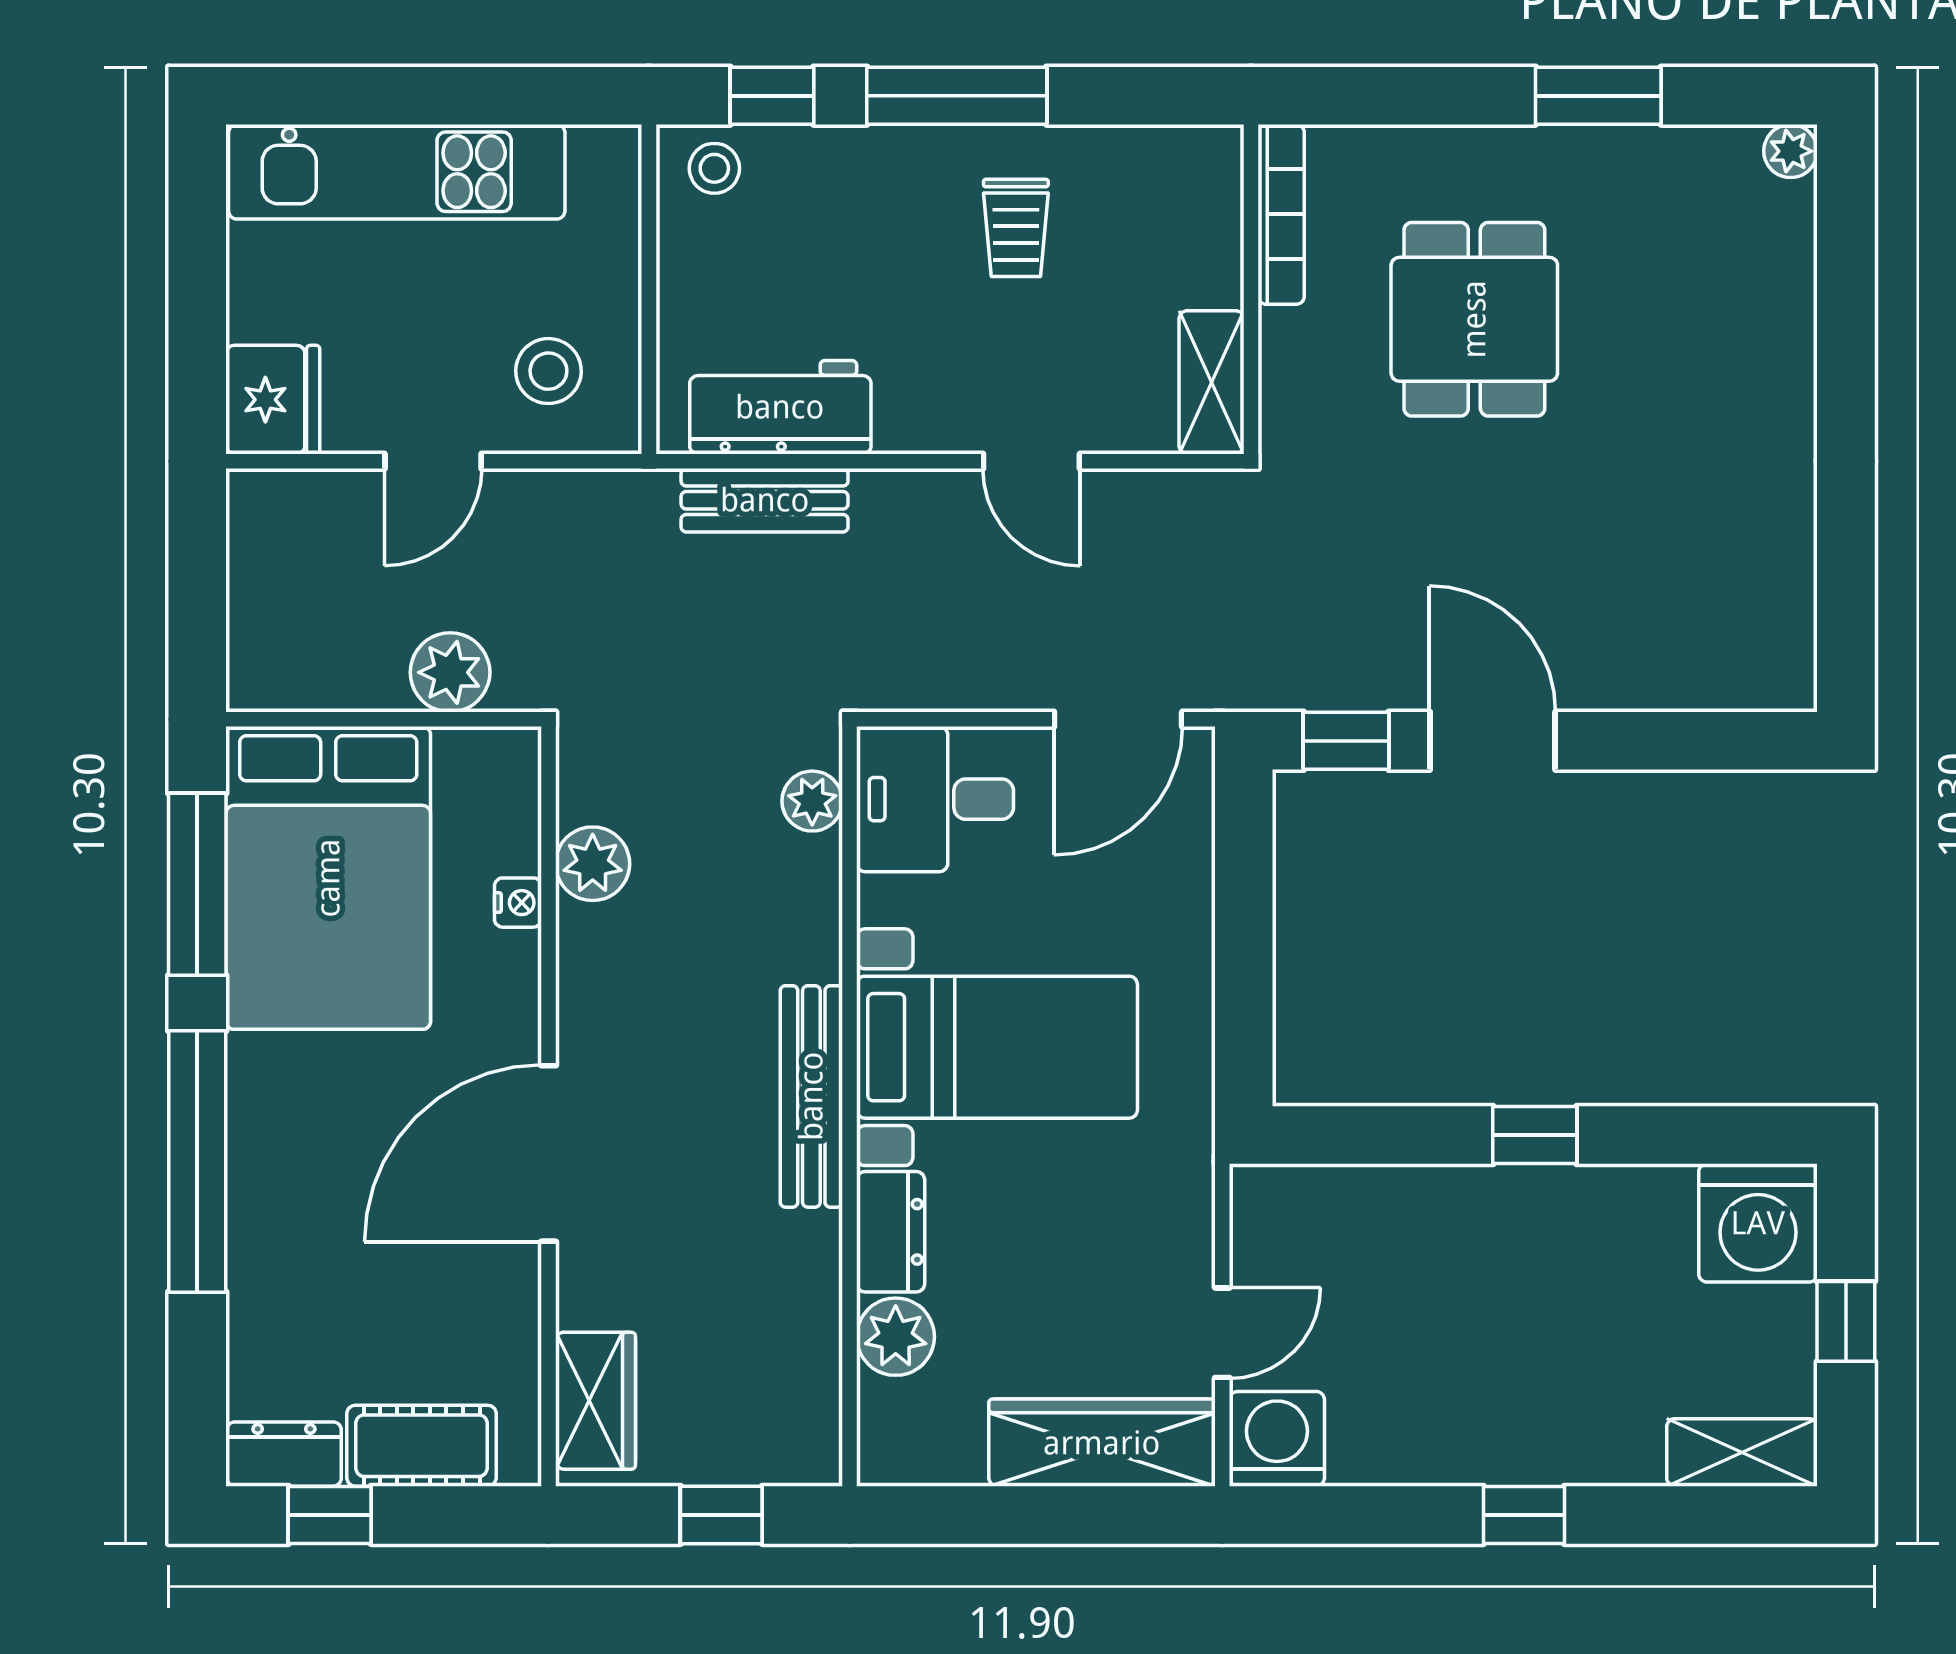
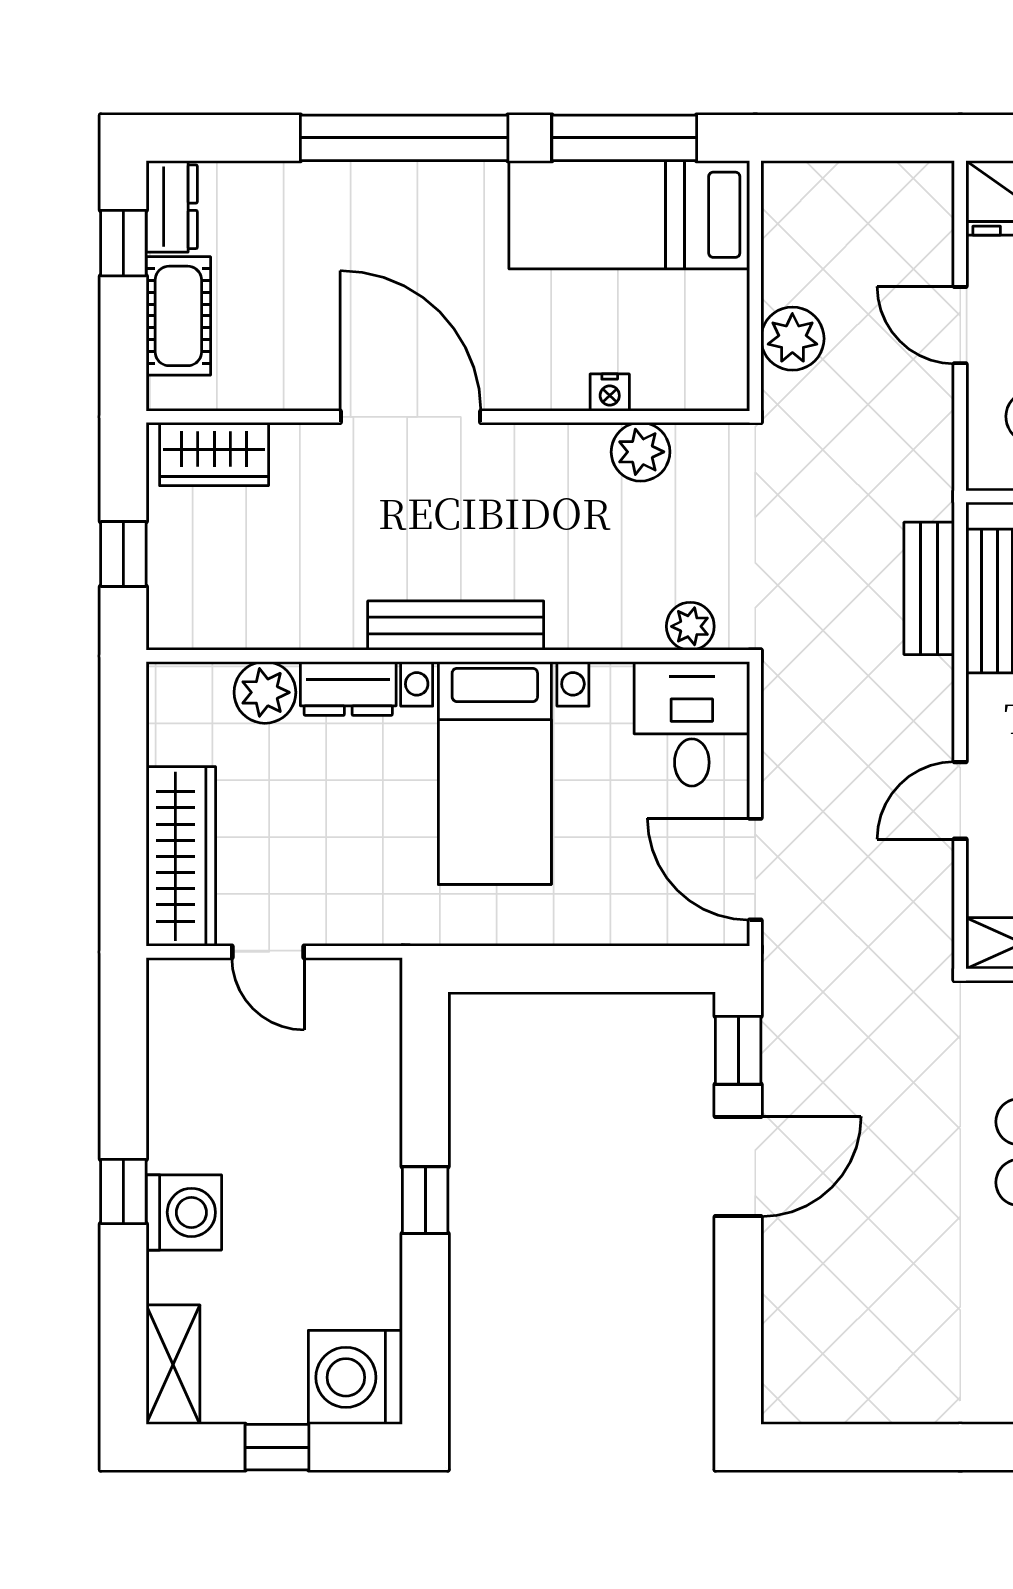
bed: (328, 878) -> (629, 215), width x0.67
washing machine: (1277, 1439) -> (184, 1212), moved

